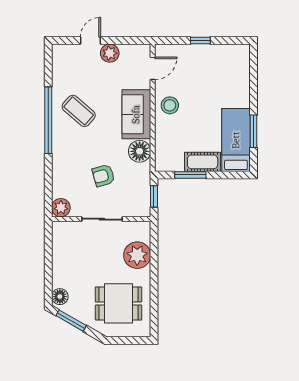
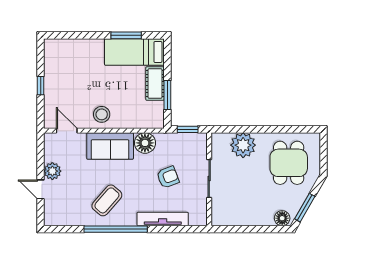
tv unit: (59, 170) -> (163, 219), added
armchair: (103, 176) -> (168, 177), turned -95
plant: (61, 208) -> (198, 217), removed

